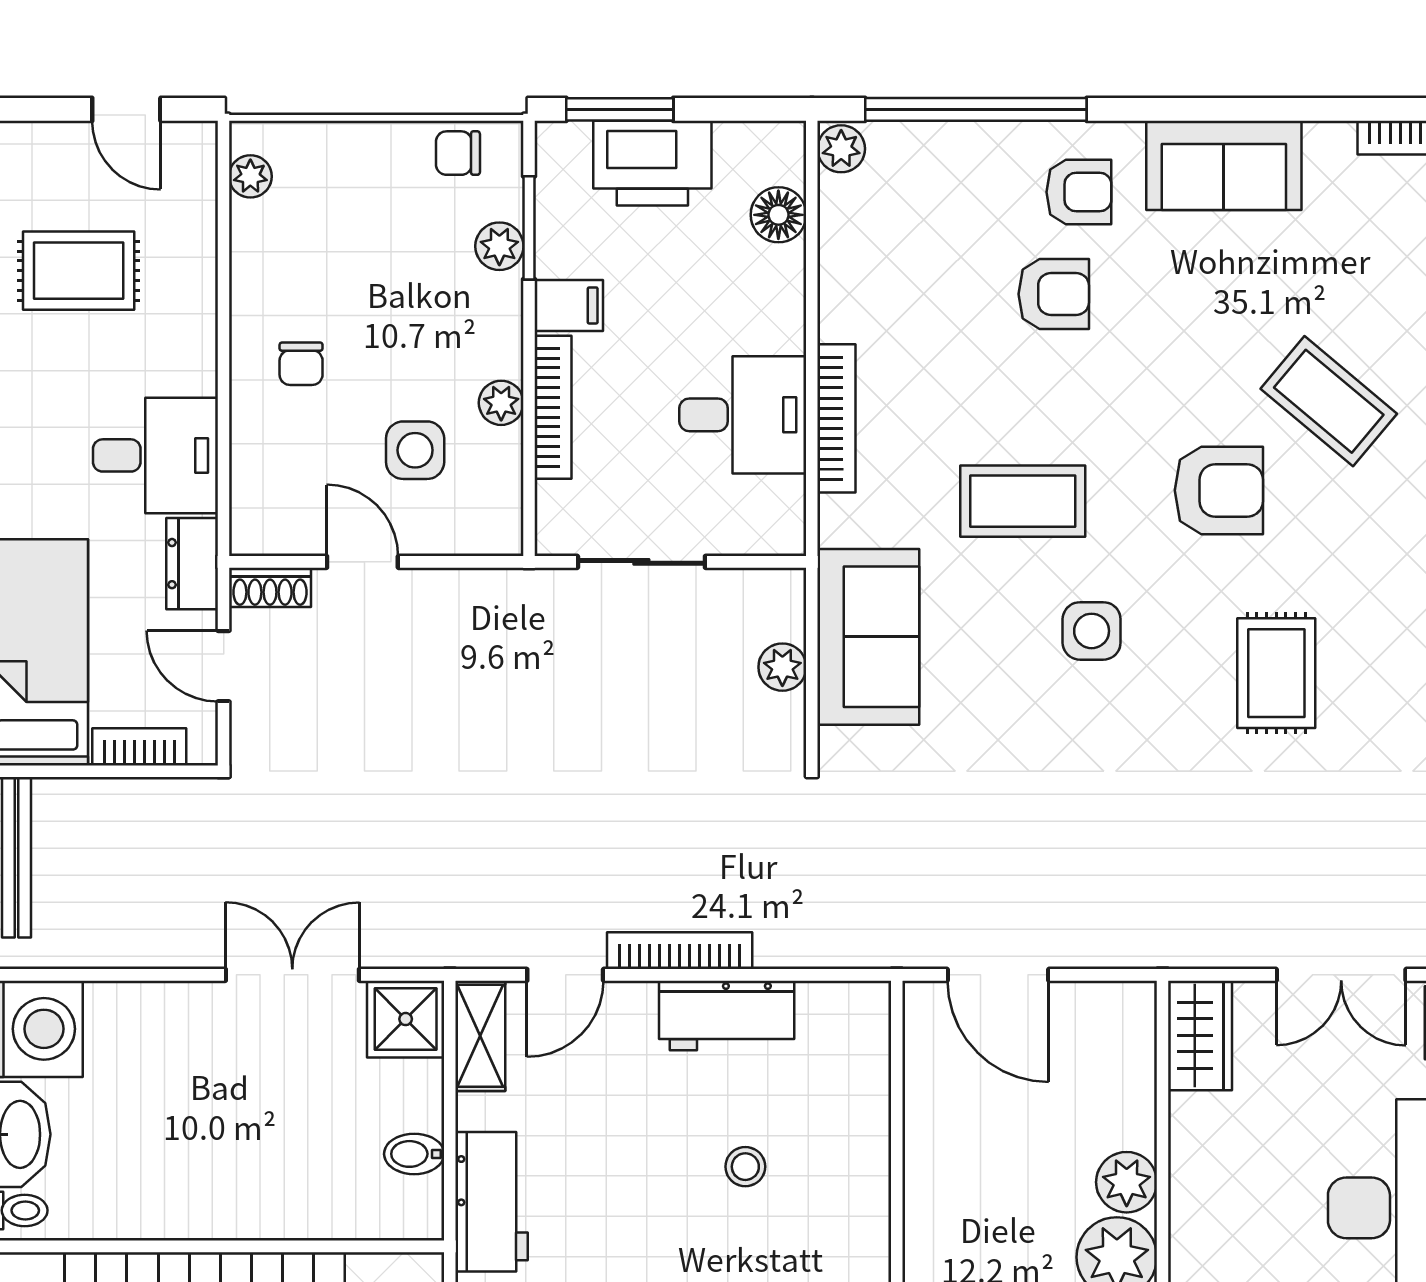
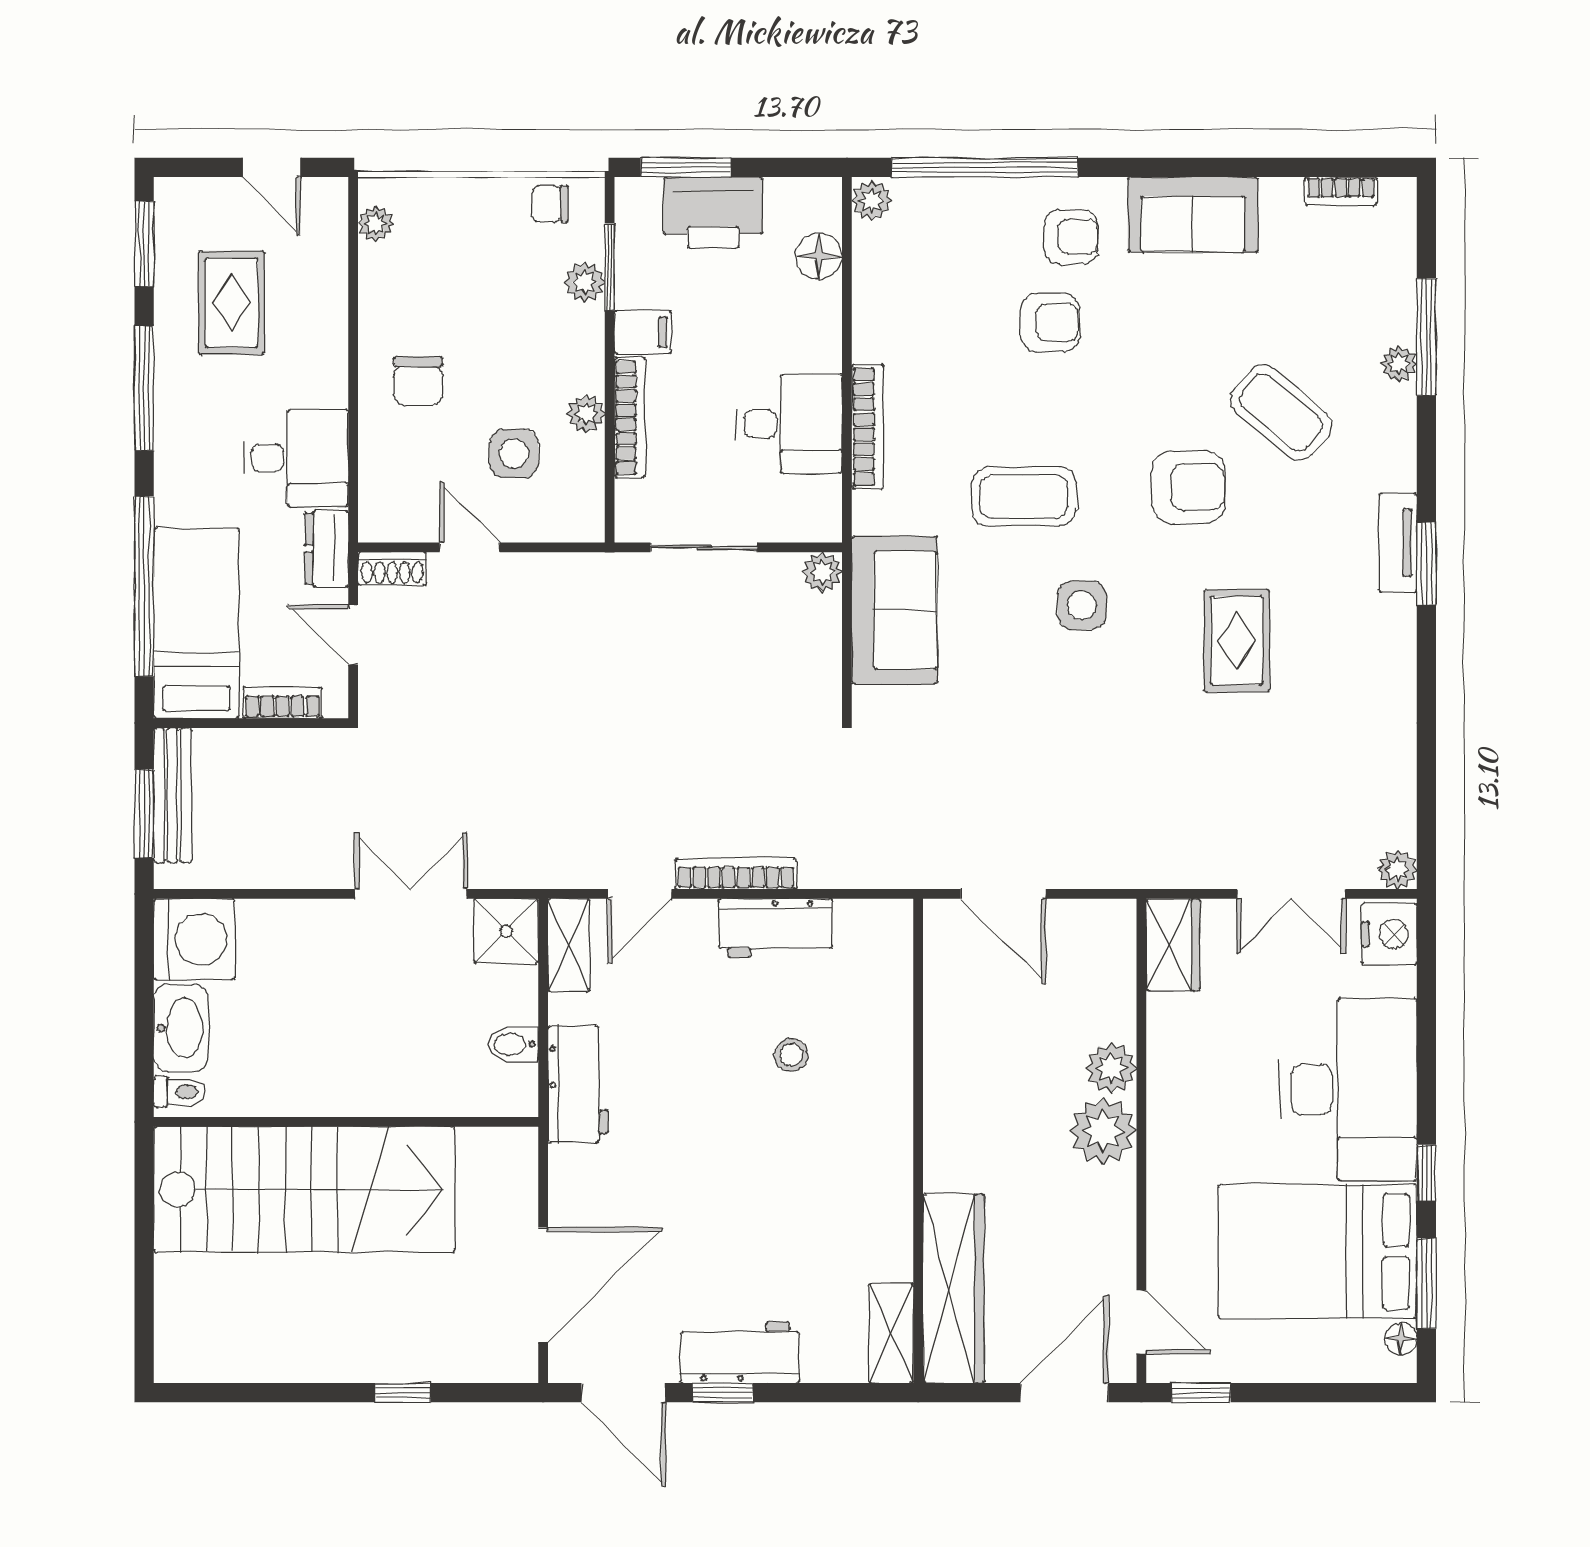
rug: (79, 271) -> (232, 303), turned 90
chair: (301, 364) -> (418, 381), width x1.37, depth x1.37
plant: (782, 667) -> (822, 572), moved

